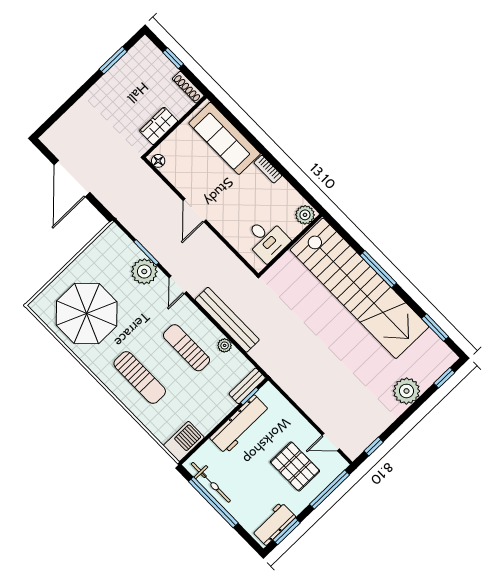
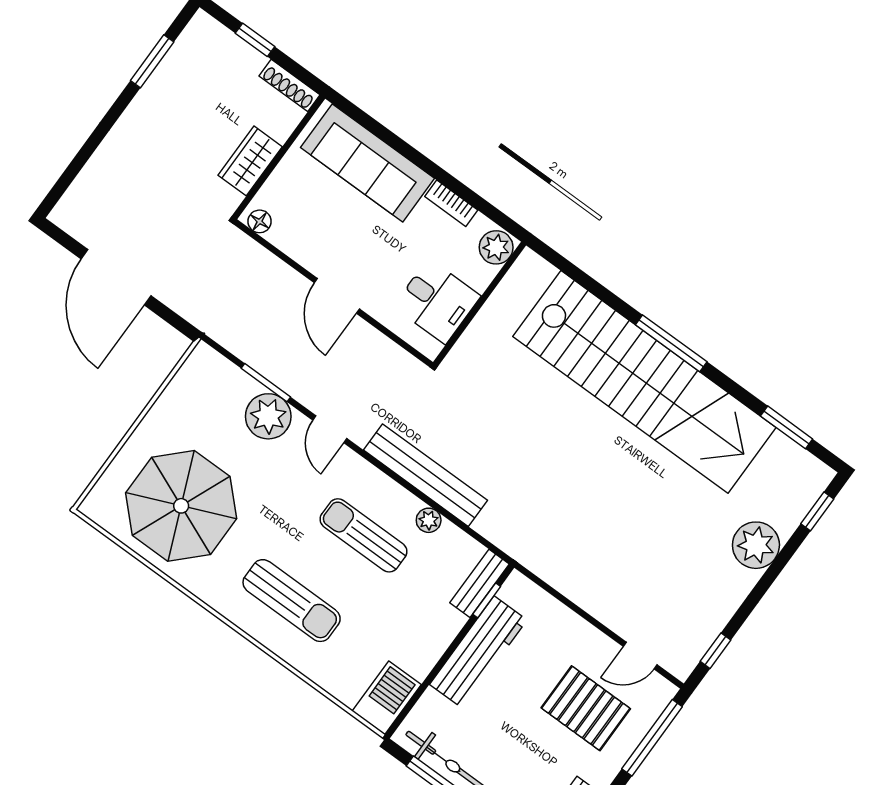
plant: (305, 215) -> (496, 247), moved
desk: (266, 239) -> (437, 301), moved
wall: (290, 245) -> (480, 304), moved

